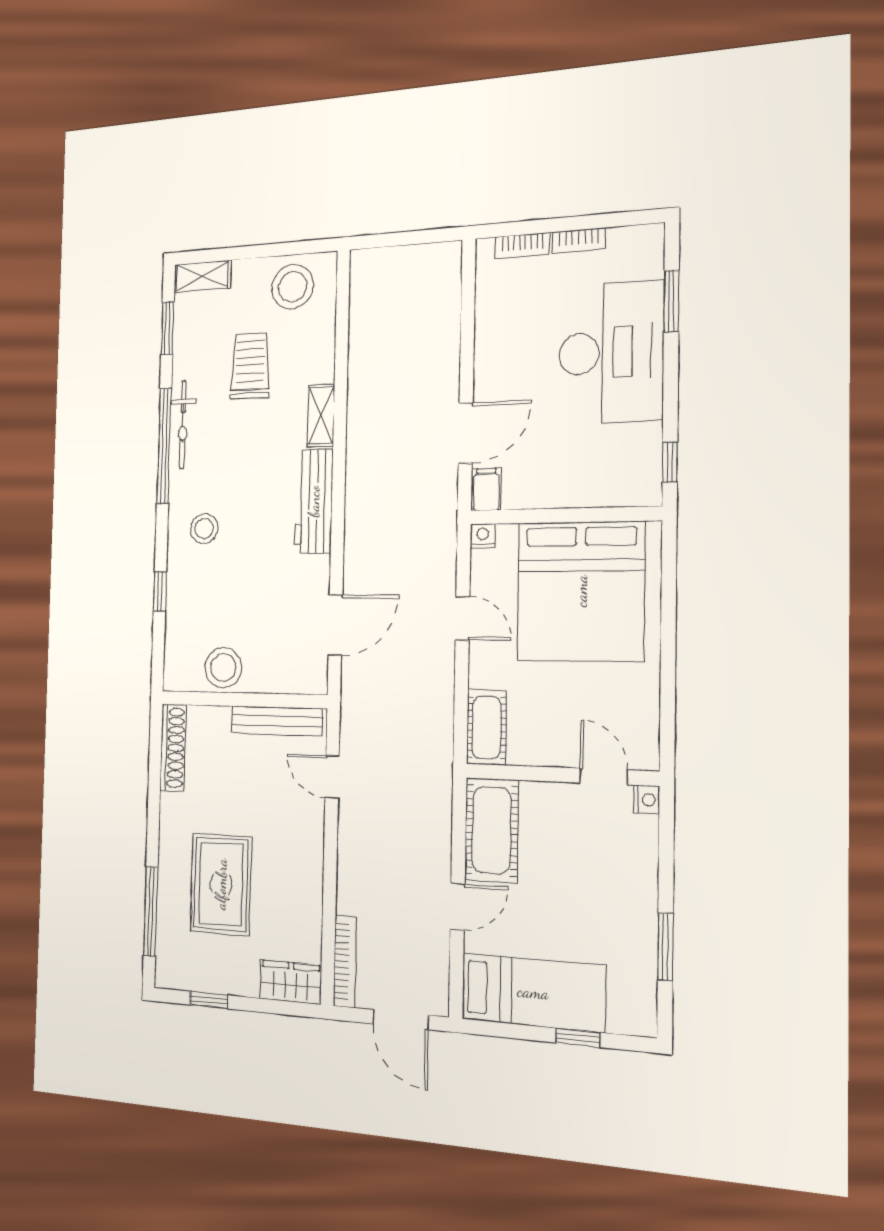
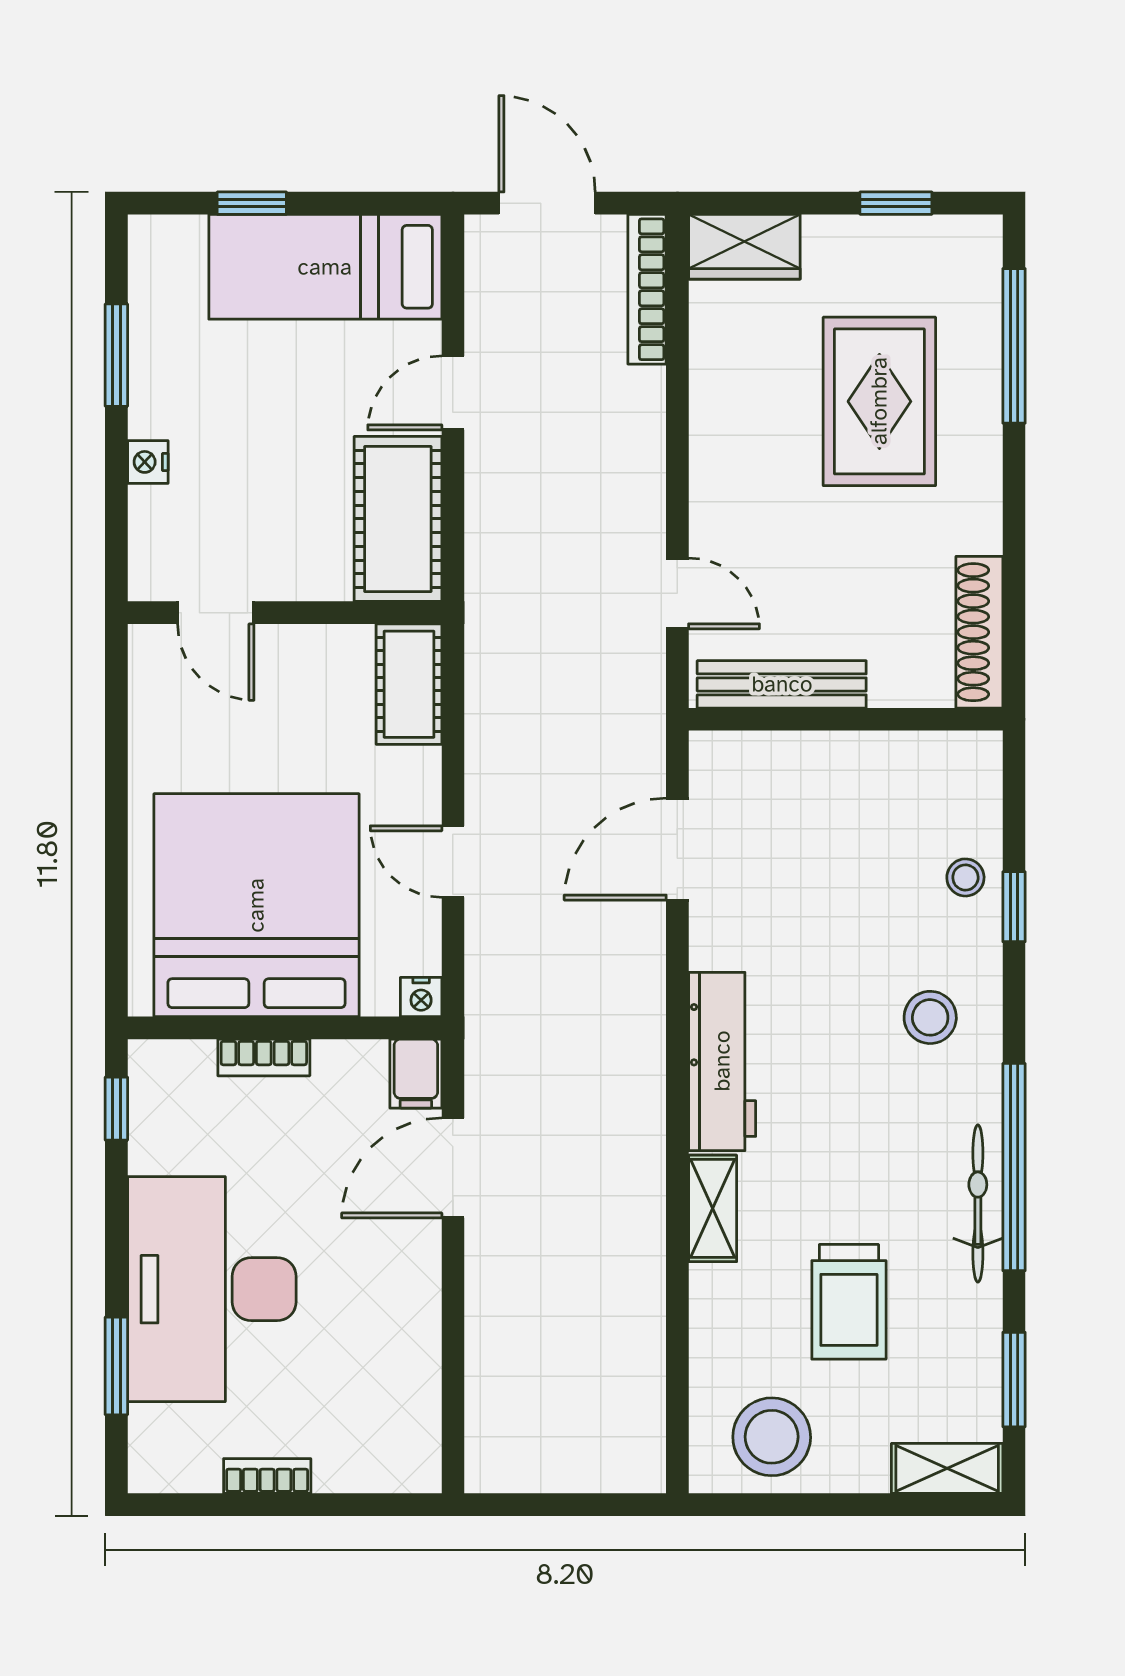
bookcase: (522, 246) -> (264, 1057), moved, turned 180
stool: (223, 668) -> (965, 877), moved, width x0.53, depth x0.53
nightstand: (647, 800) -> (148, 462), moved

